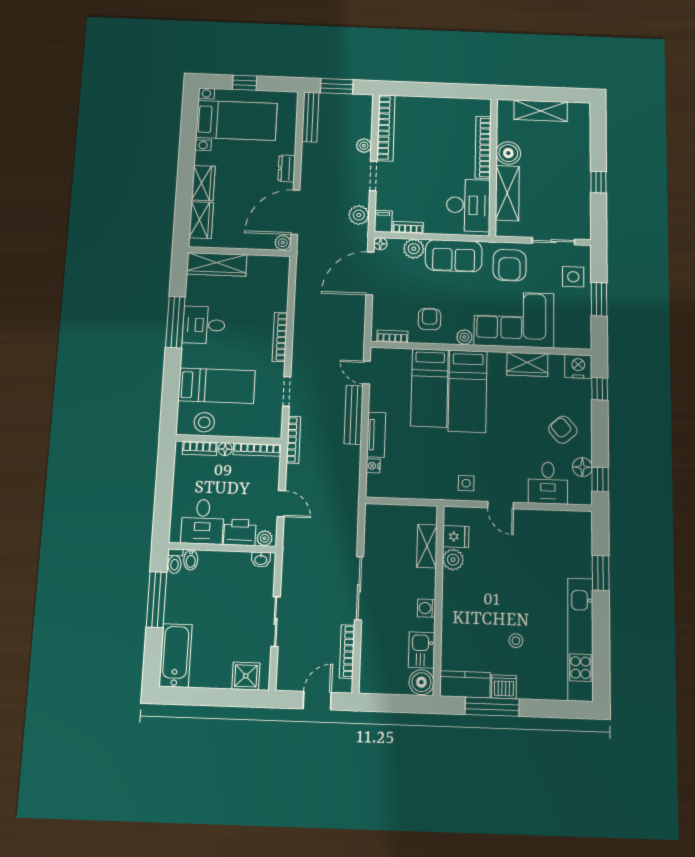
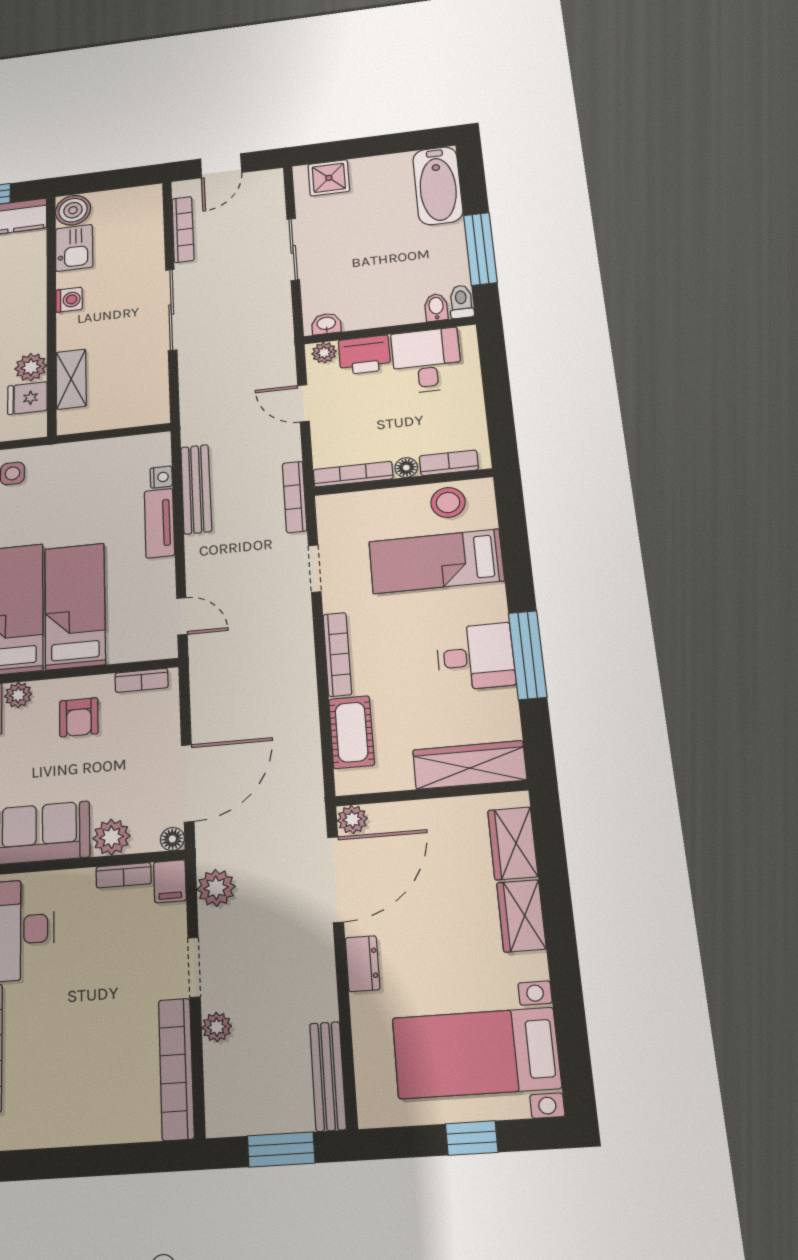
cot: (277, 291) -> (352, 732), added
bench: (354, 415) -> (196, 489), moved

